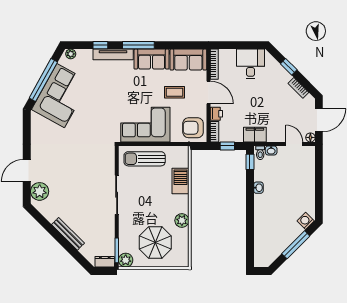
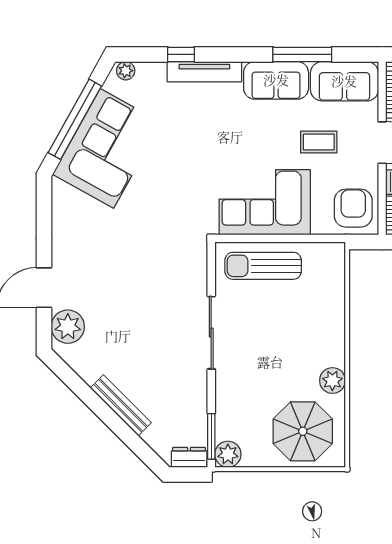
window: (138, 45) -> (302, 54), moved
armchair: (193, 128) -> (353, 208), turned 90
barbecue: (180, 181) -> (330, 307), removed
parasol: (155, 242) -> (303, 431), moved

